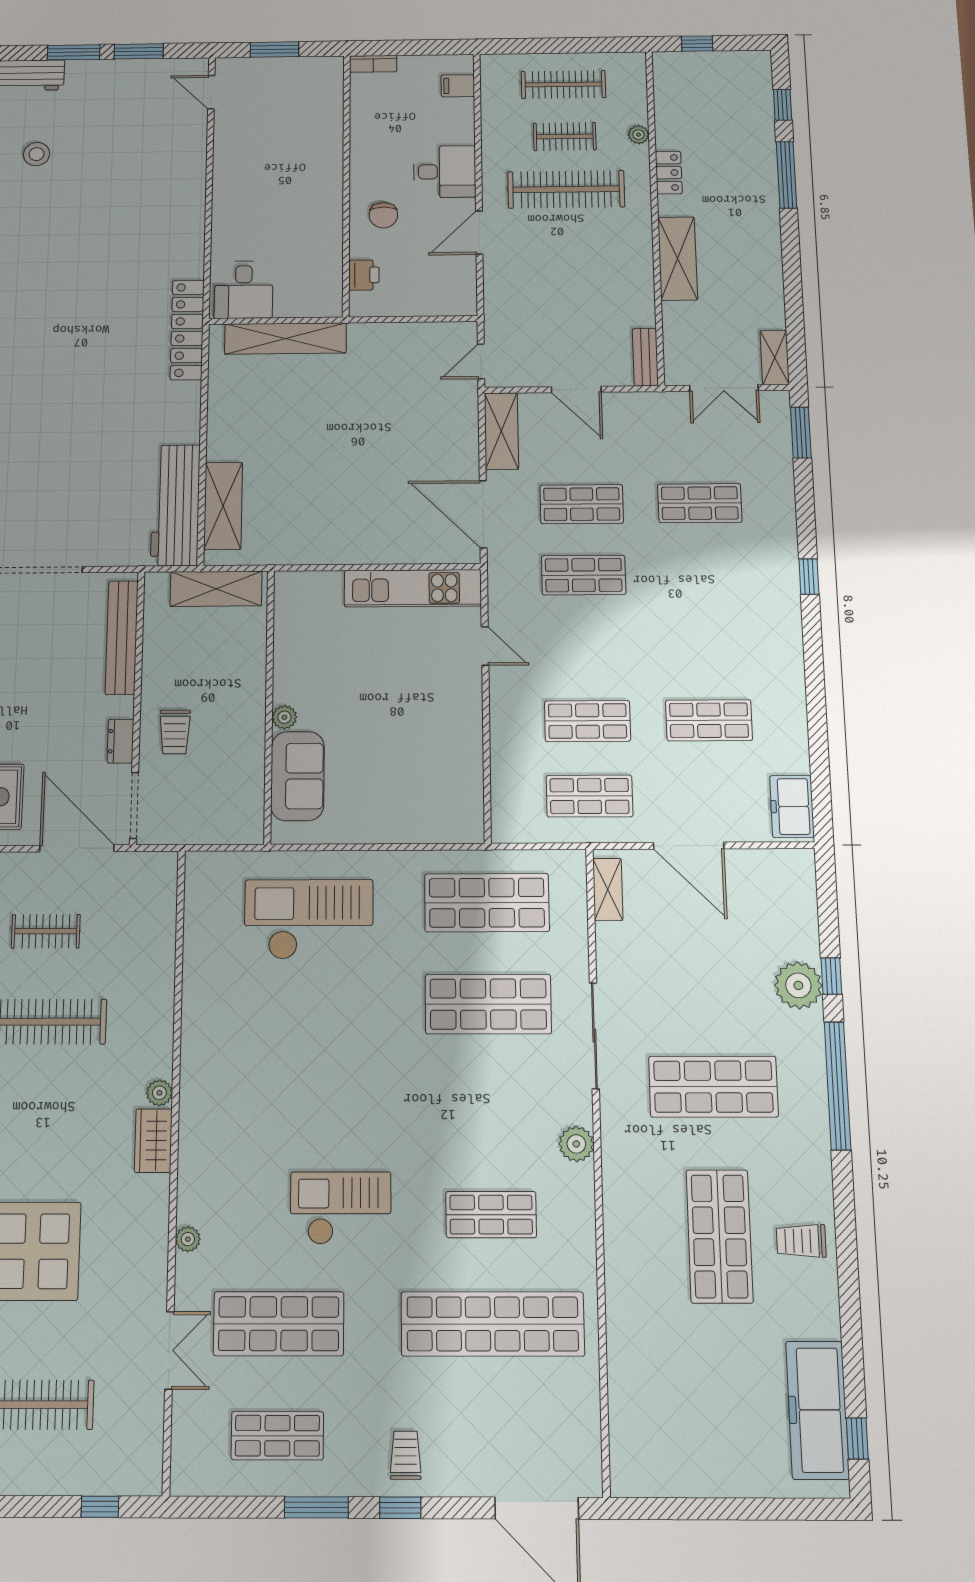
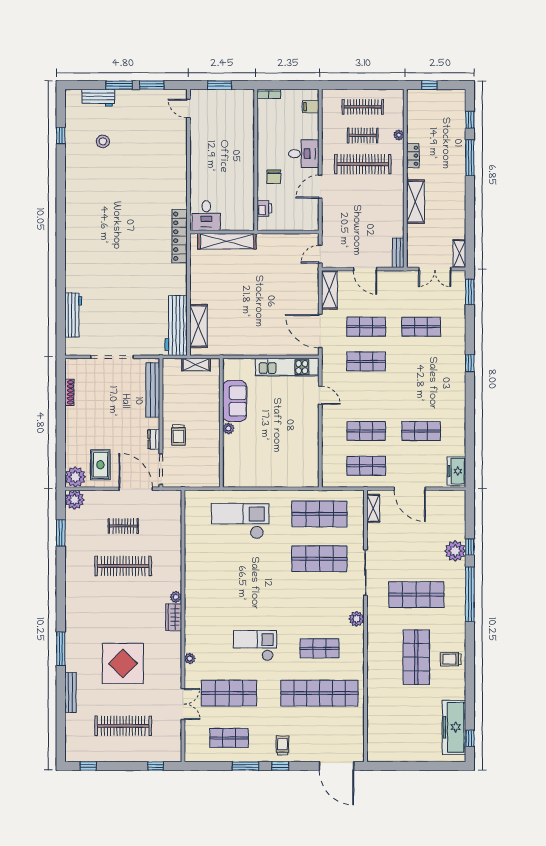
shelving: (216, 589) -> (196, 365), width x0.67, depth x0.75
sofa: (298, 776) -> (235, 401), moved

